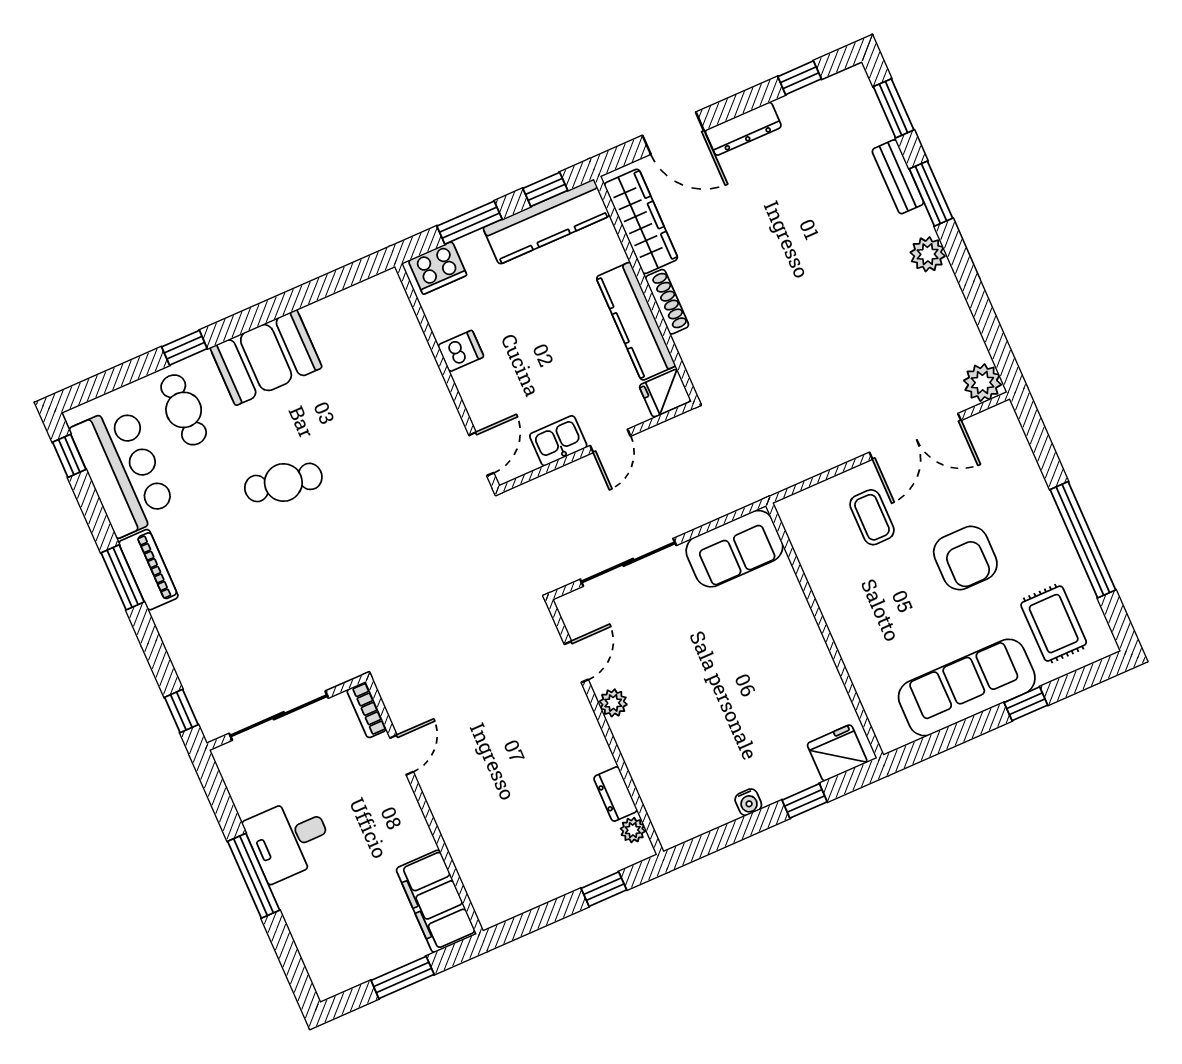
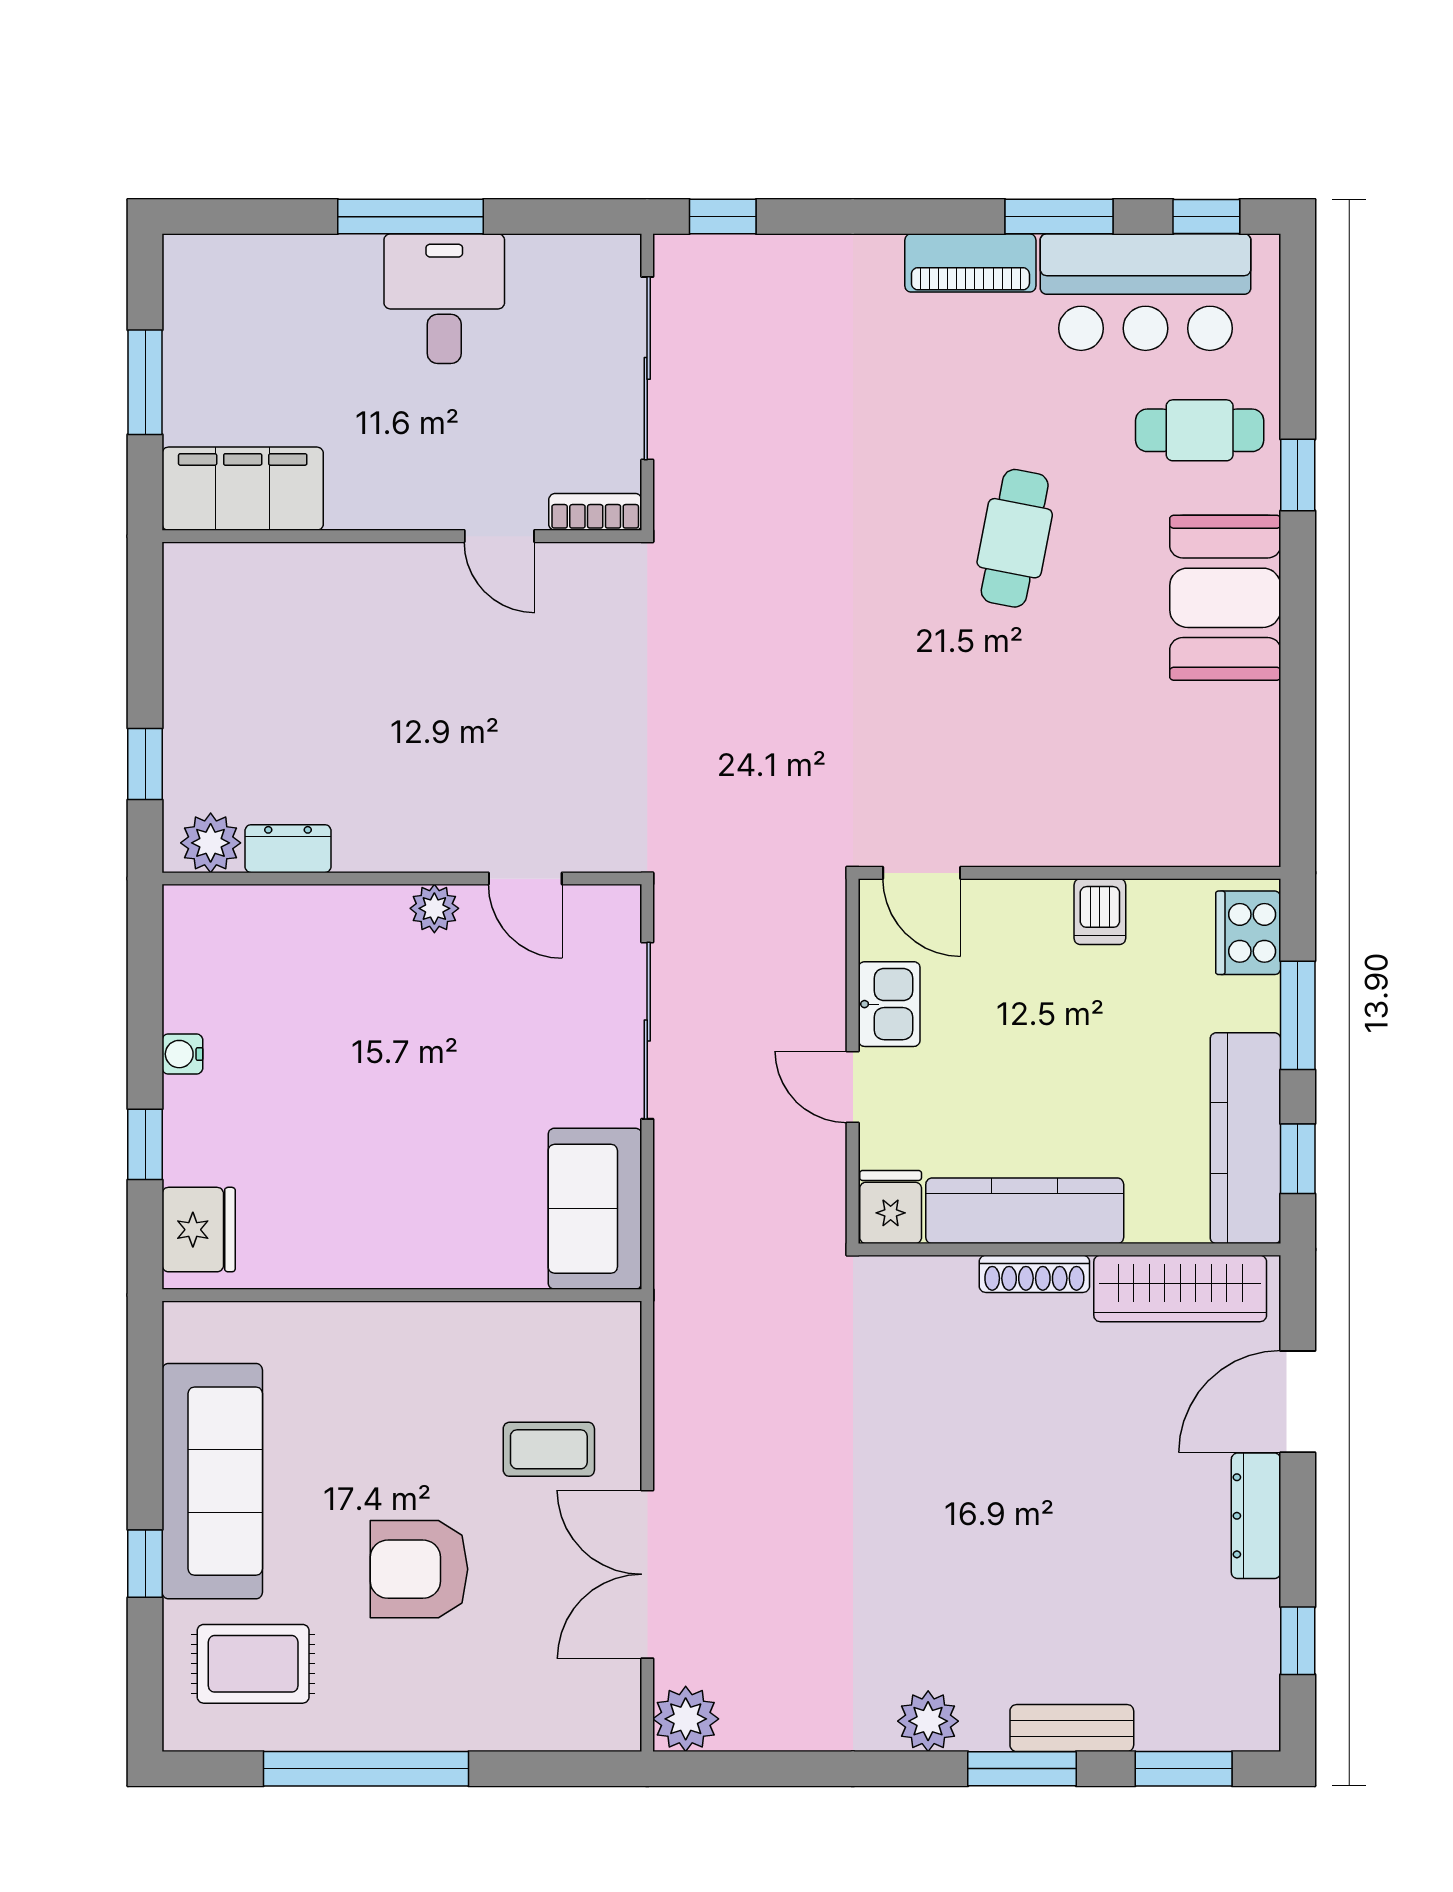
window: (123, 577) -> (1059, 217), moved
plant: (633, 830) -> (211, 843), width x1.38, depth x1.38

